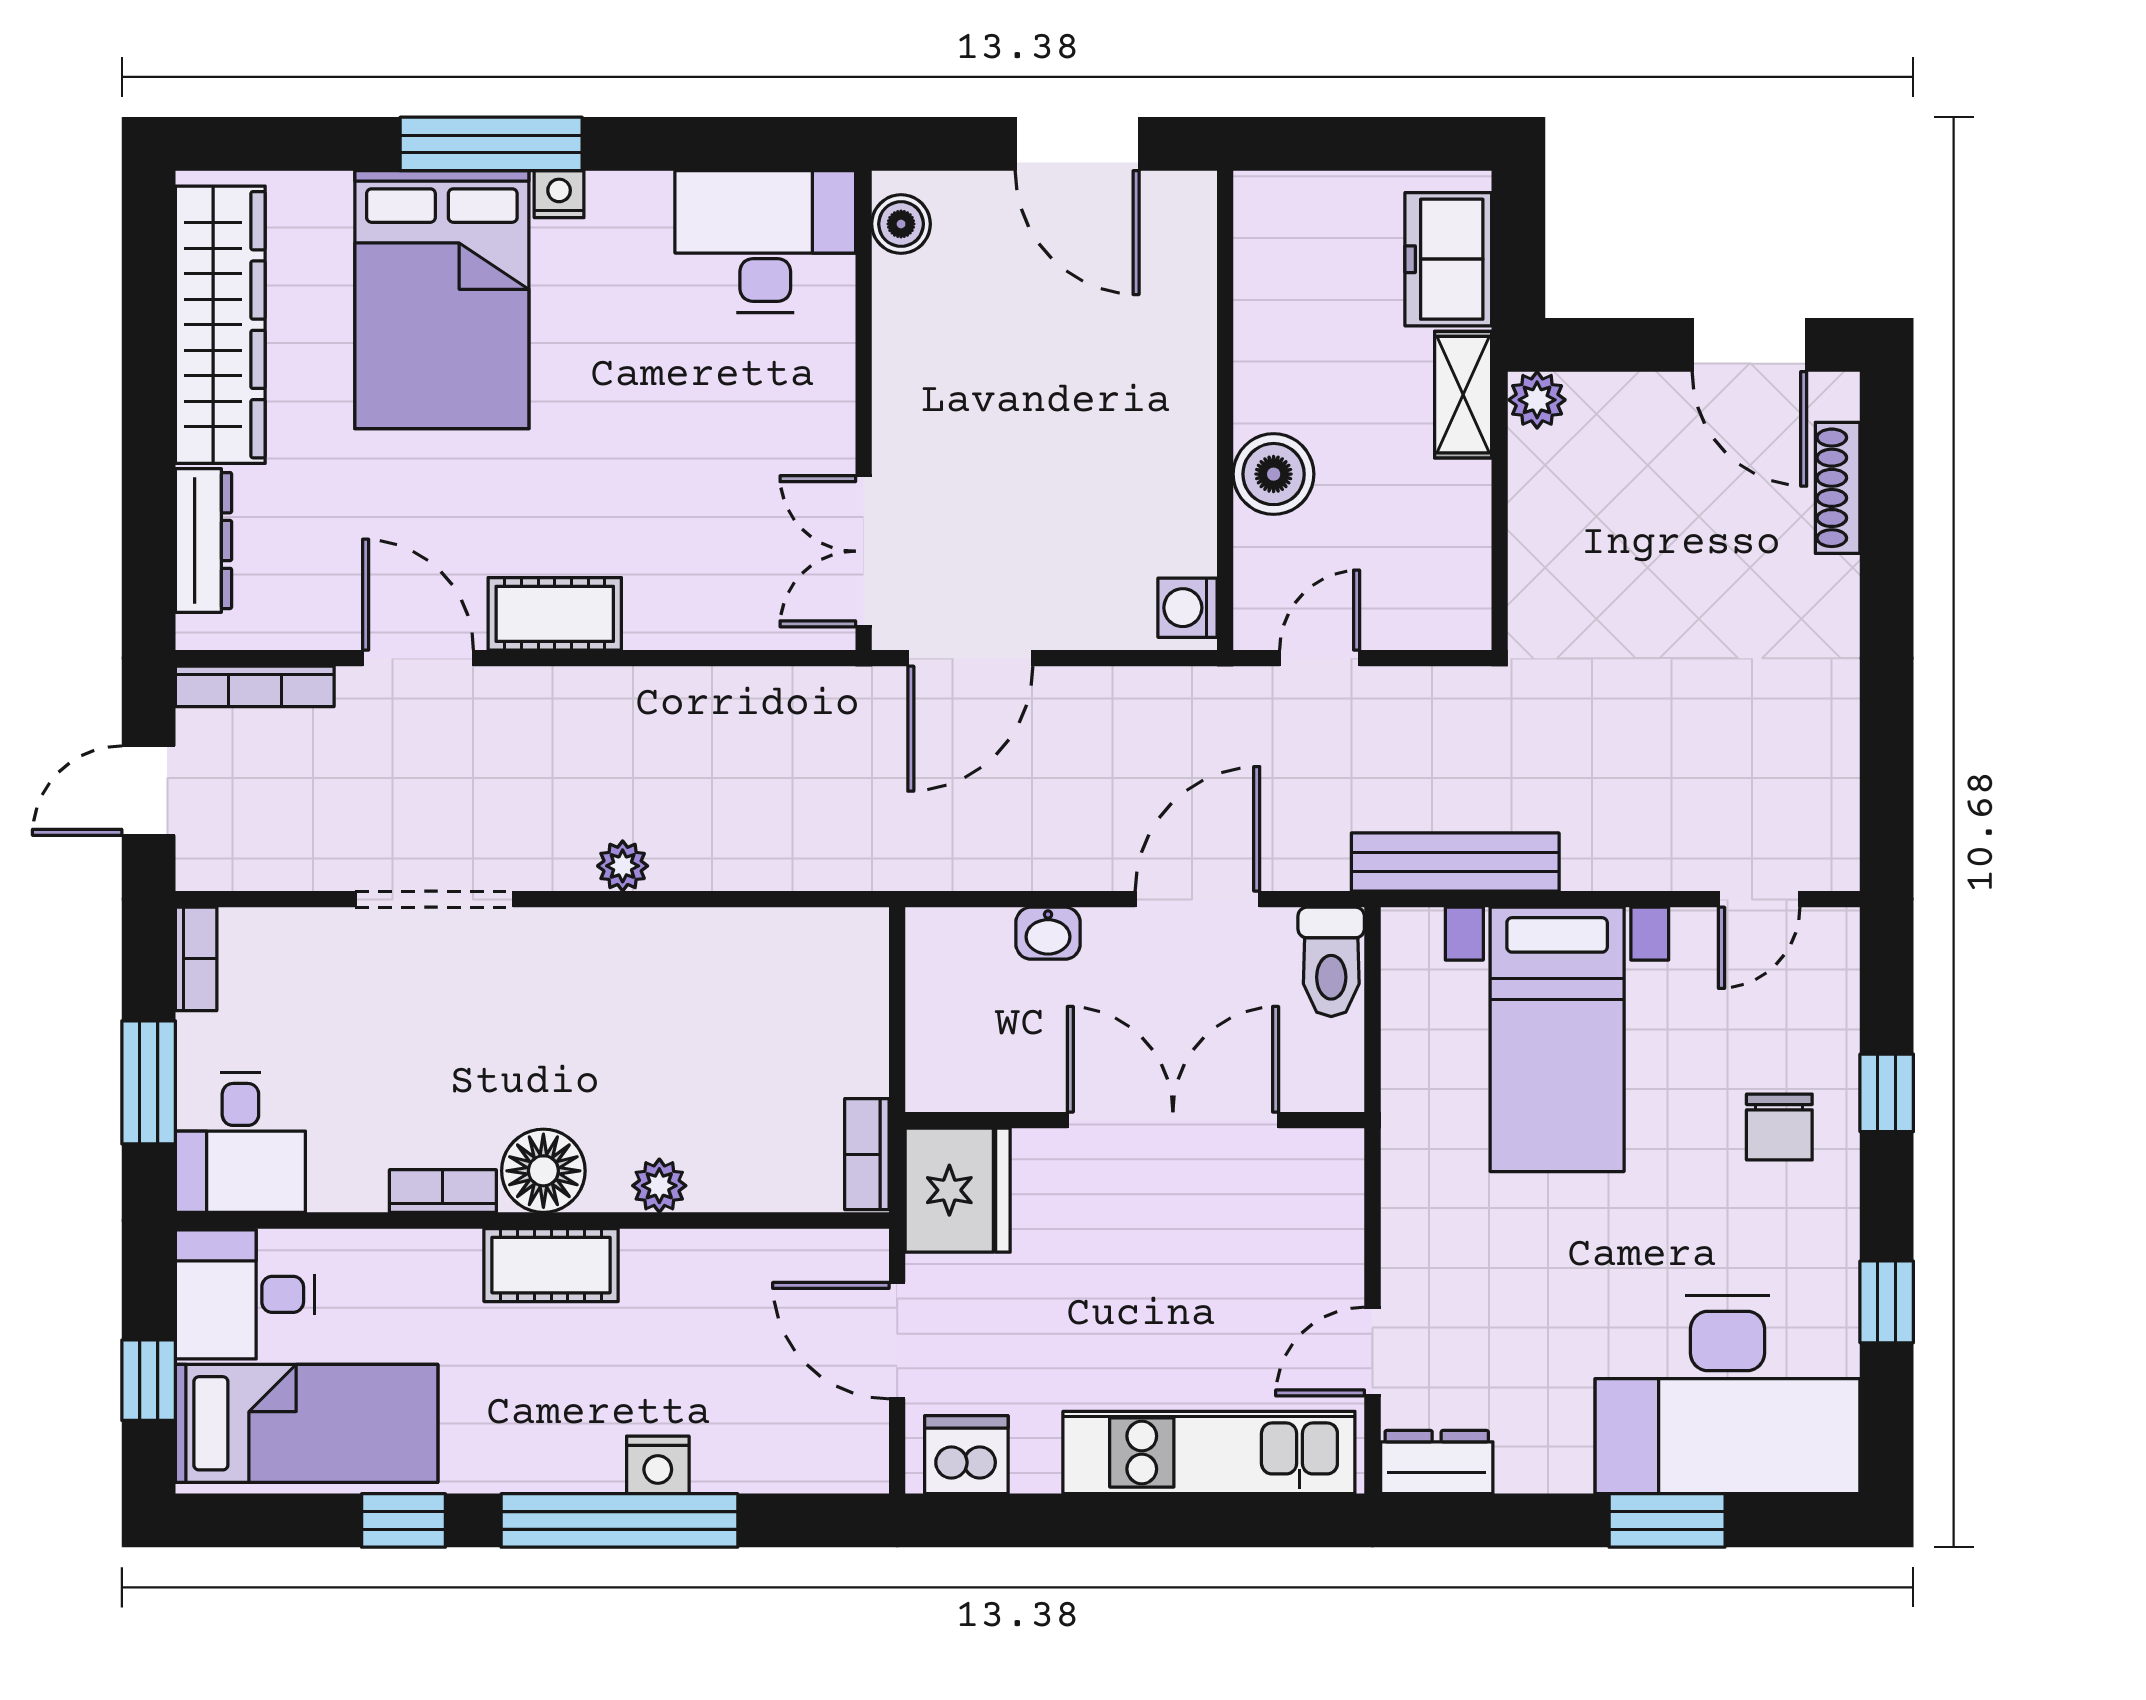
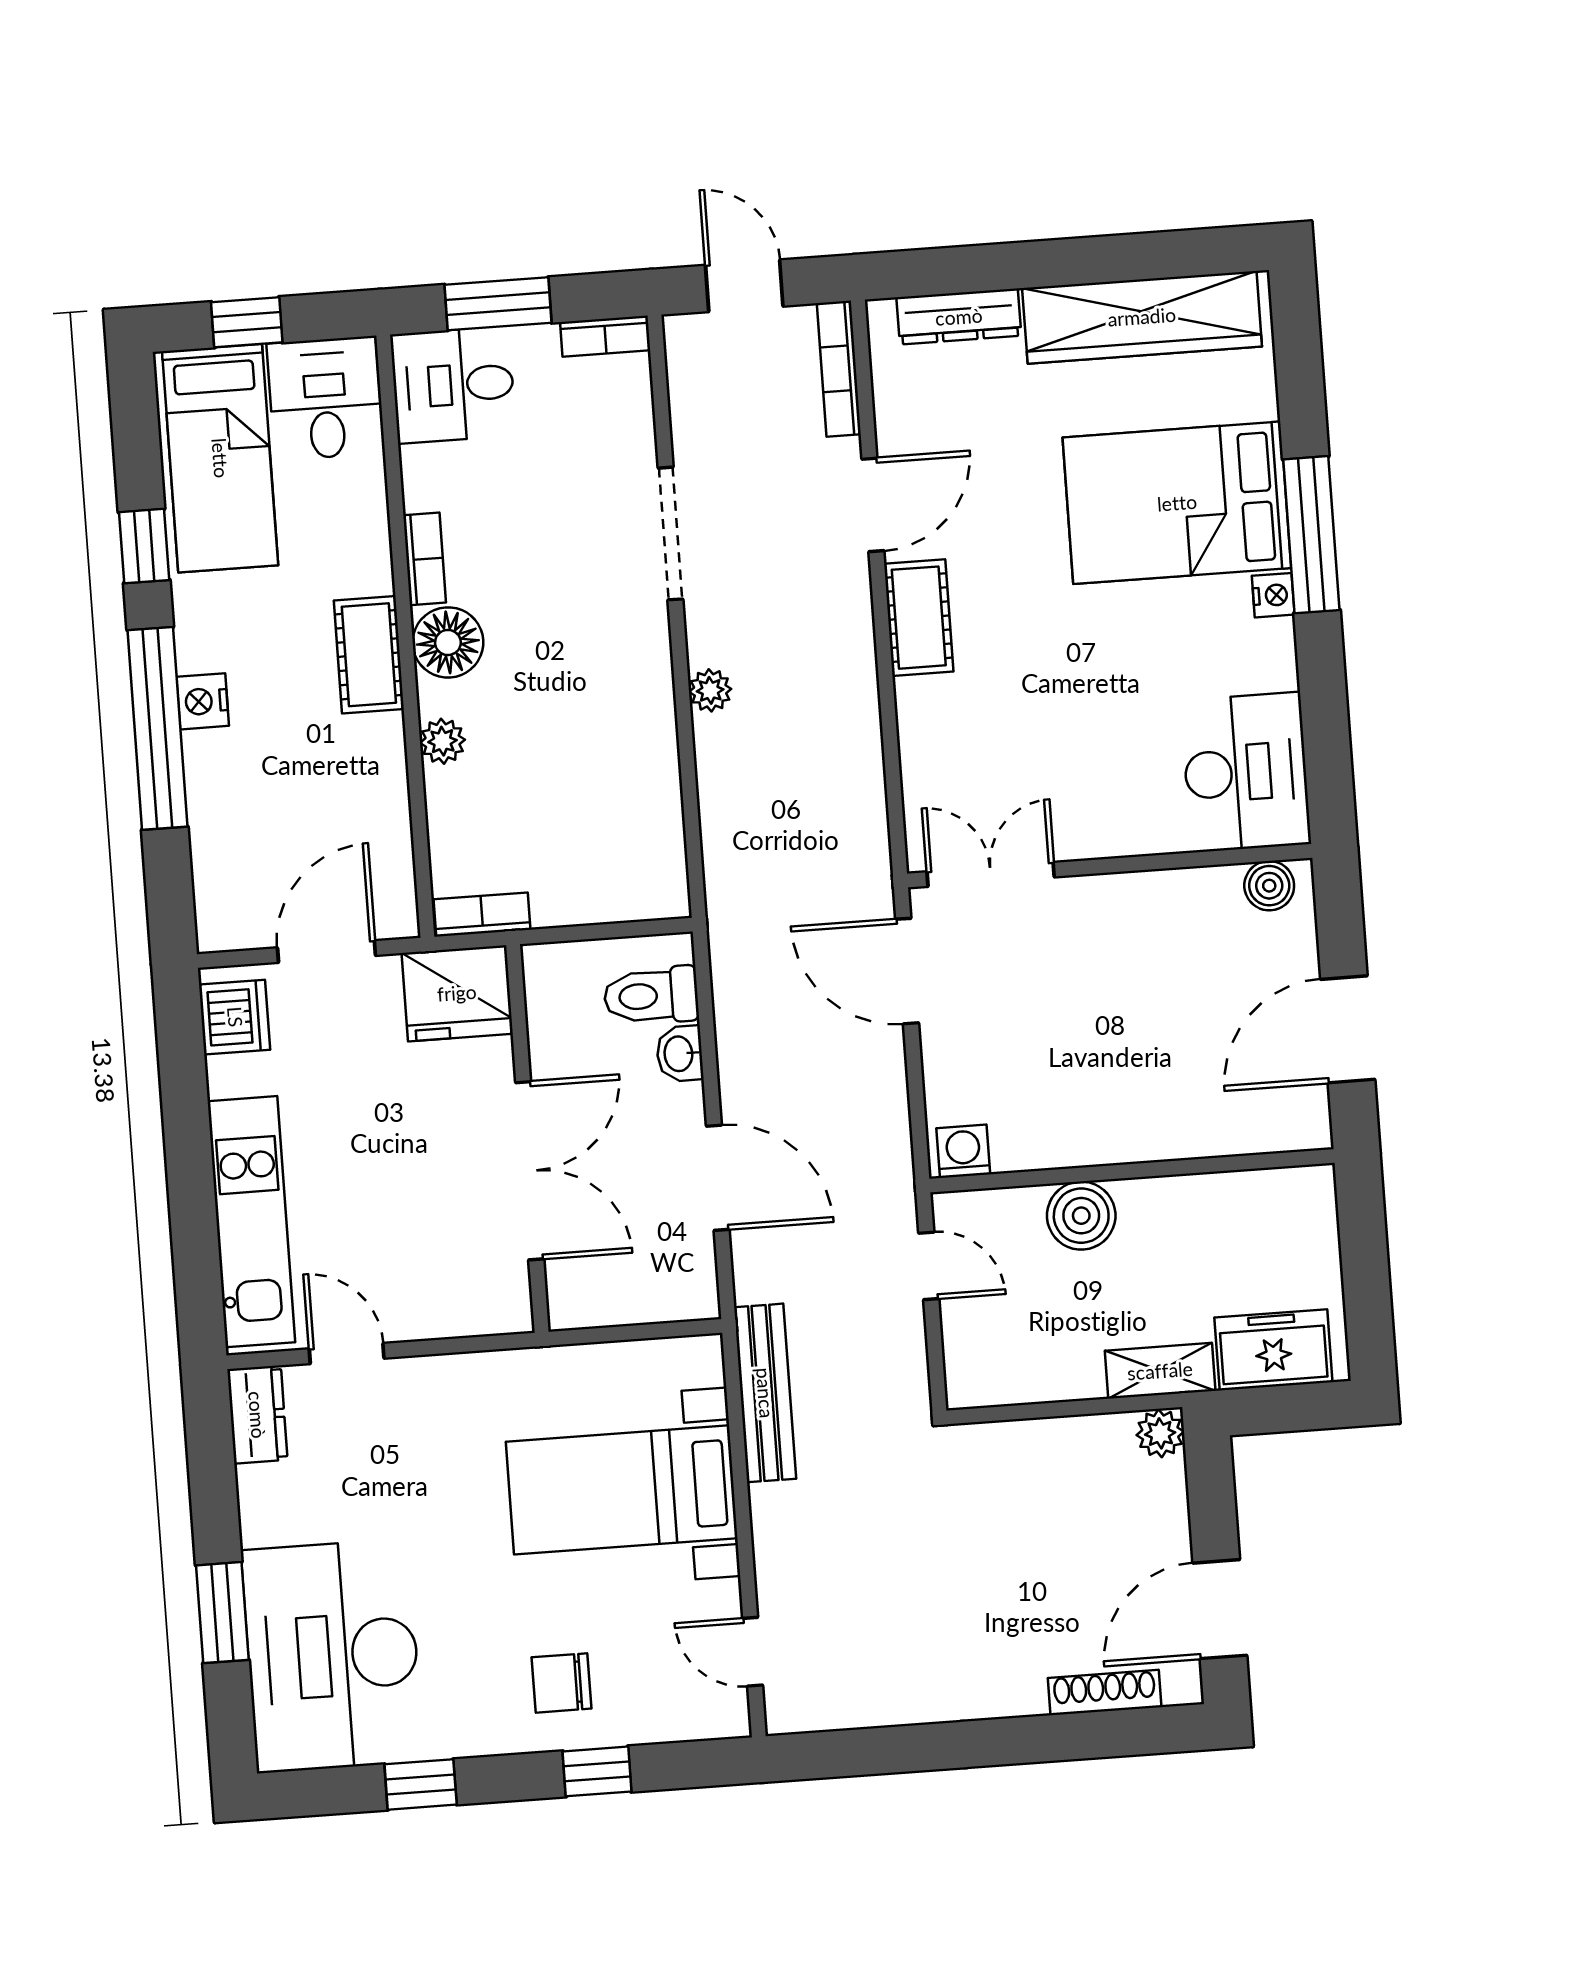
toilet: (1331, 962) -> (651, 996), moved
nightstand: (658, 1465) -> (203, 701), moved

